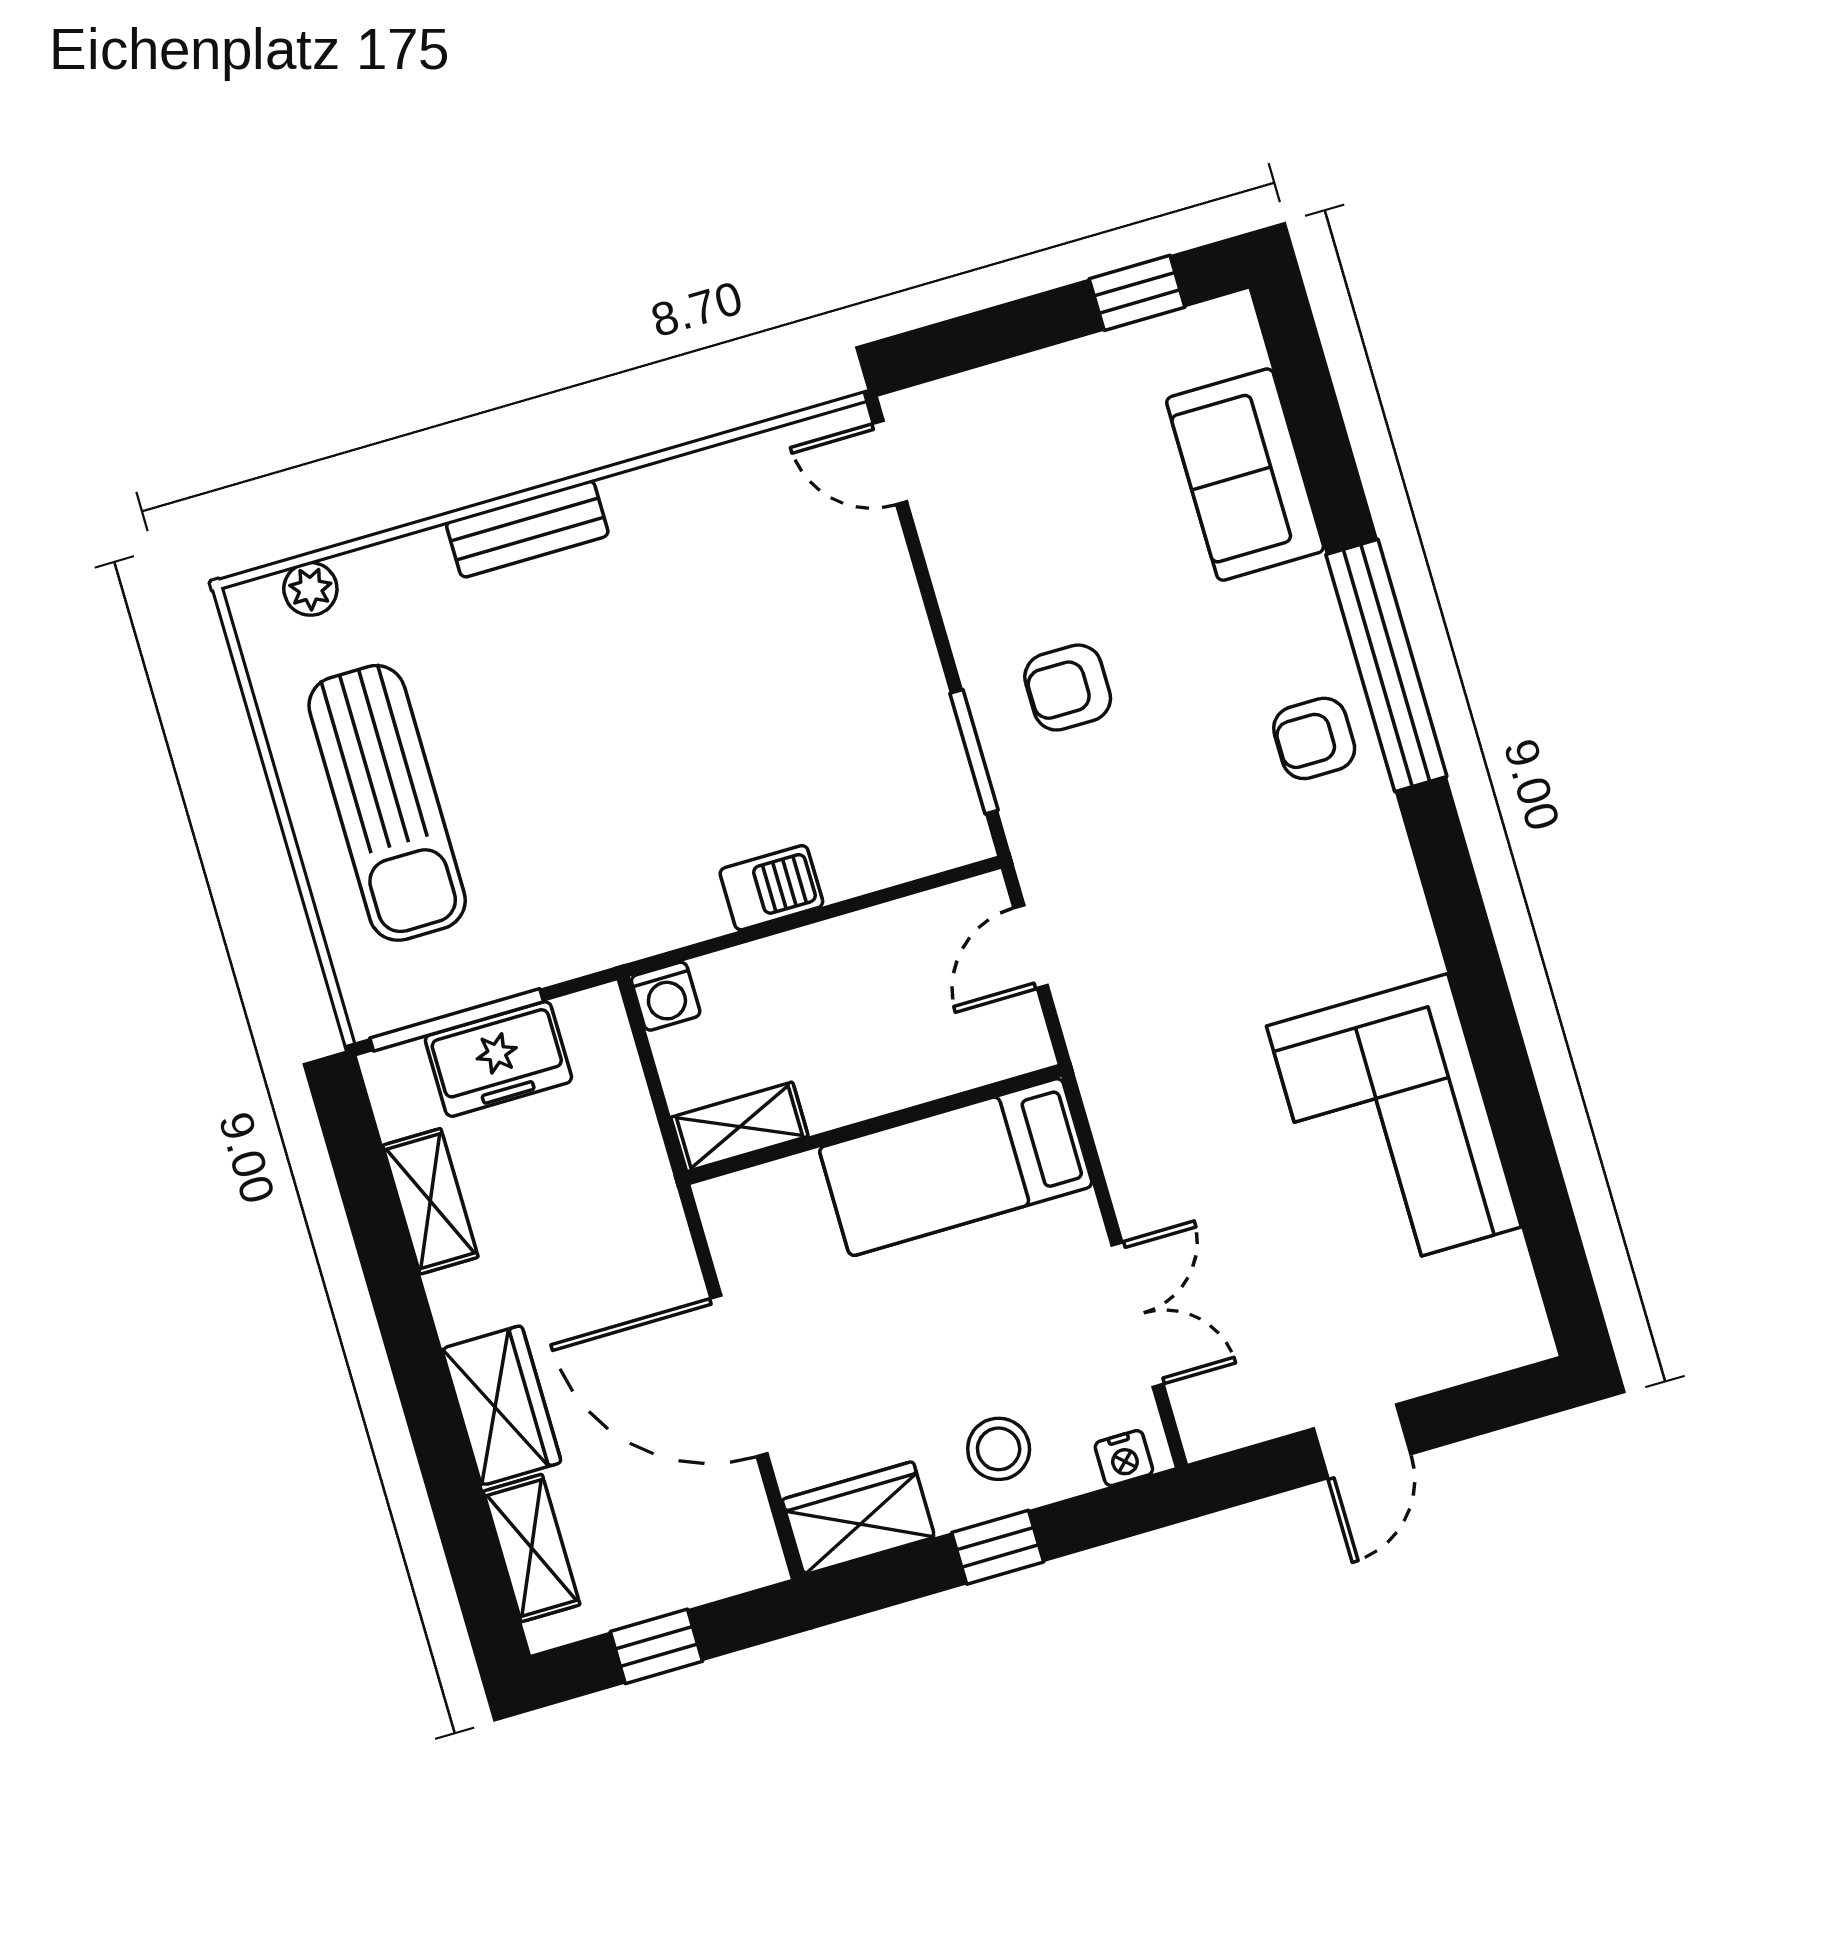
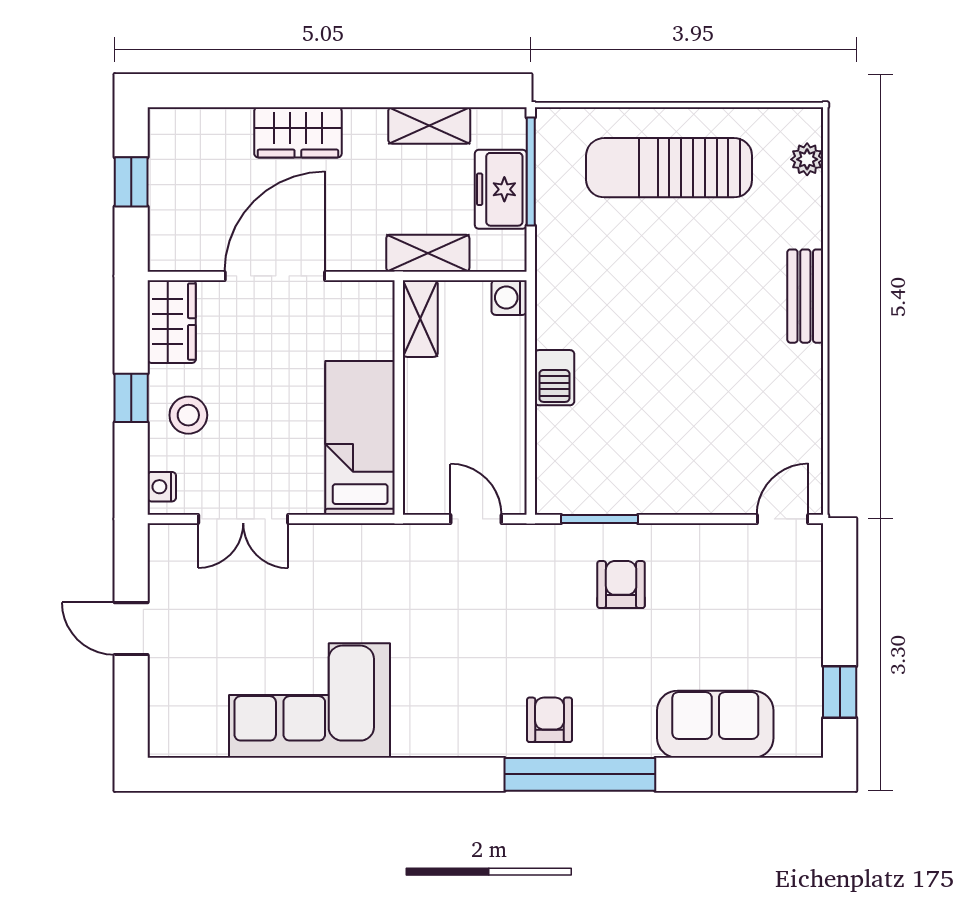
shelving: (532, 1548) -> (428, 253), moved

